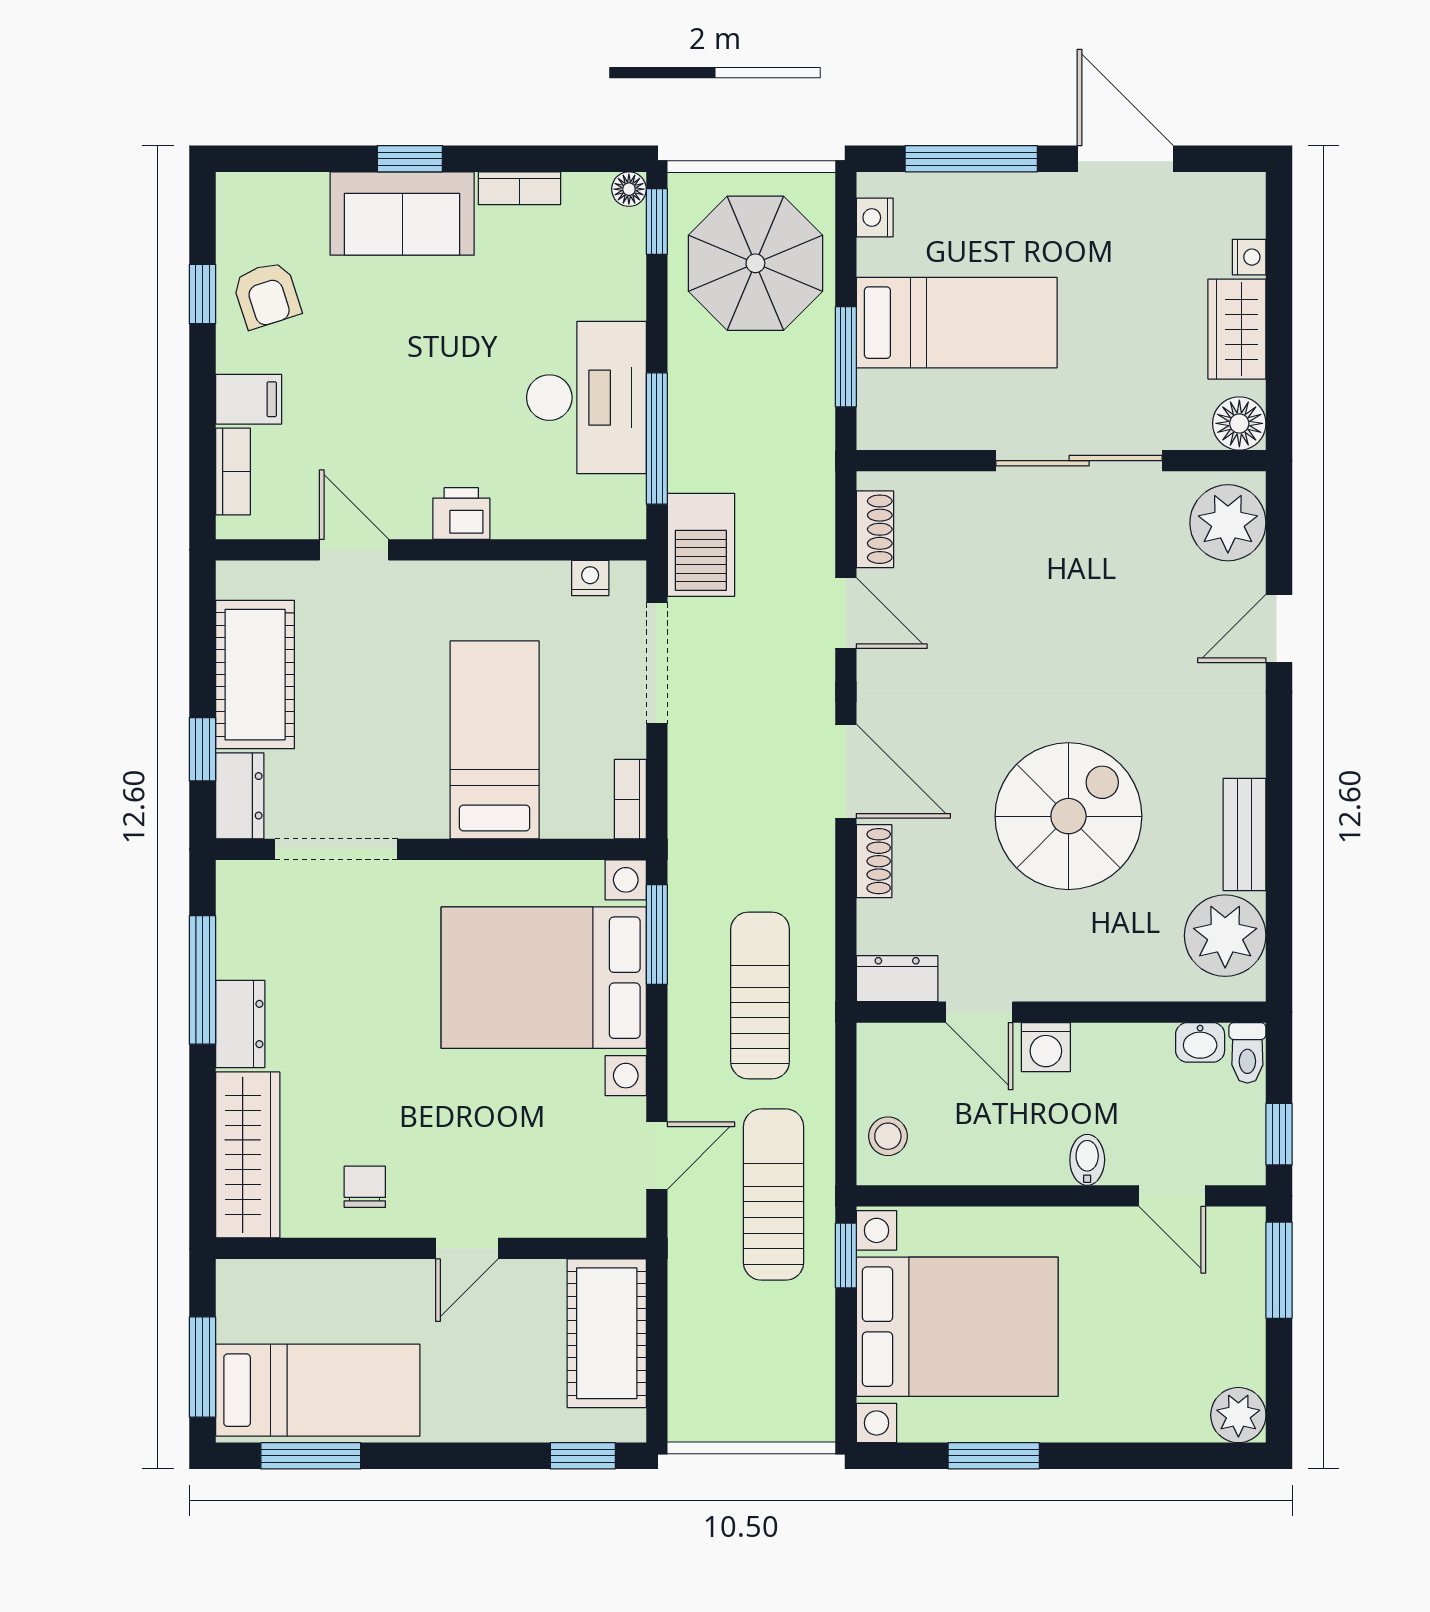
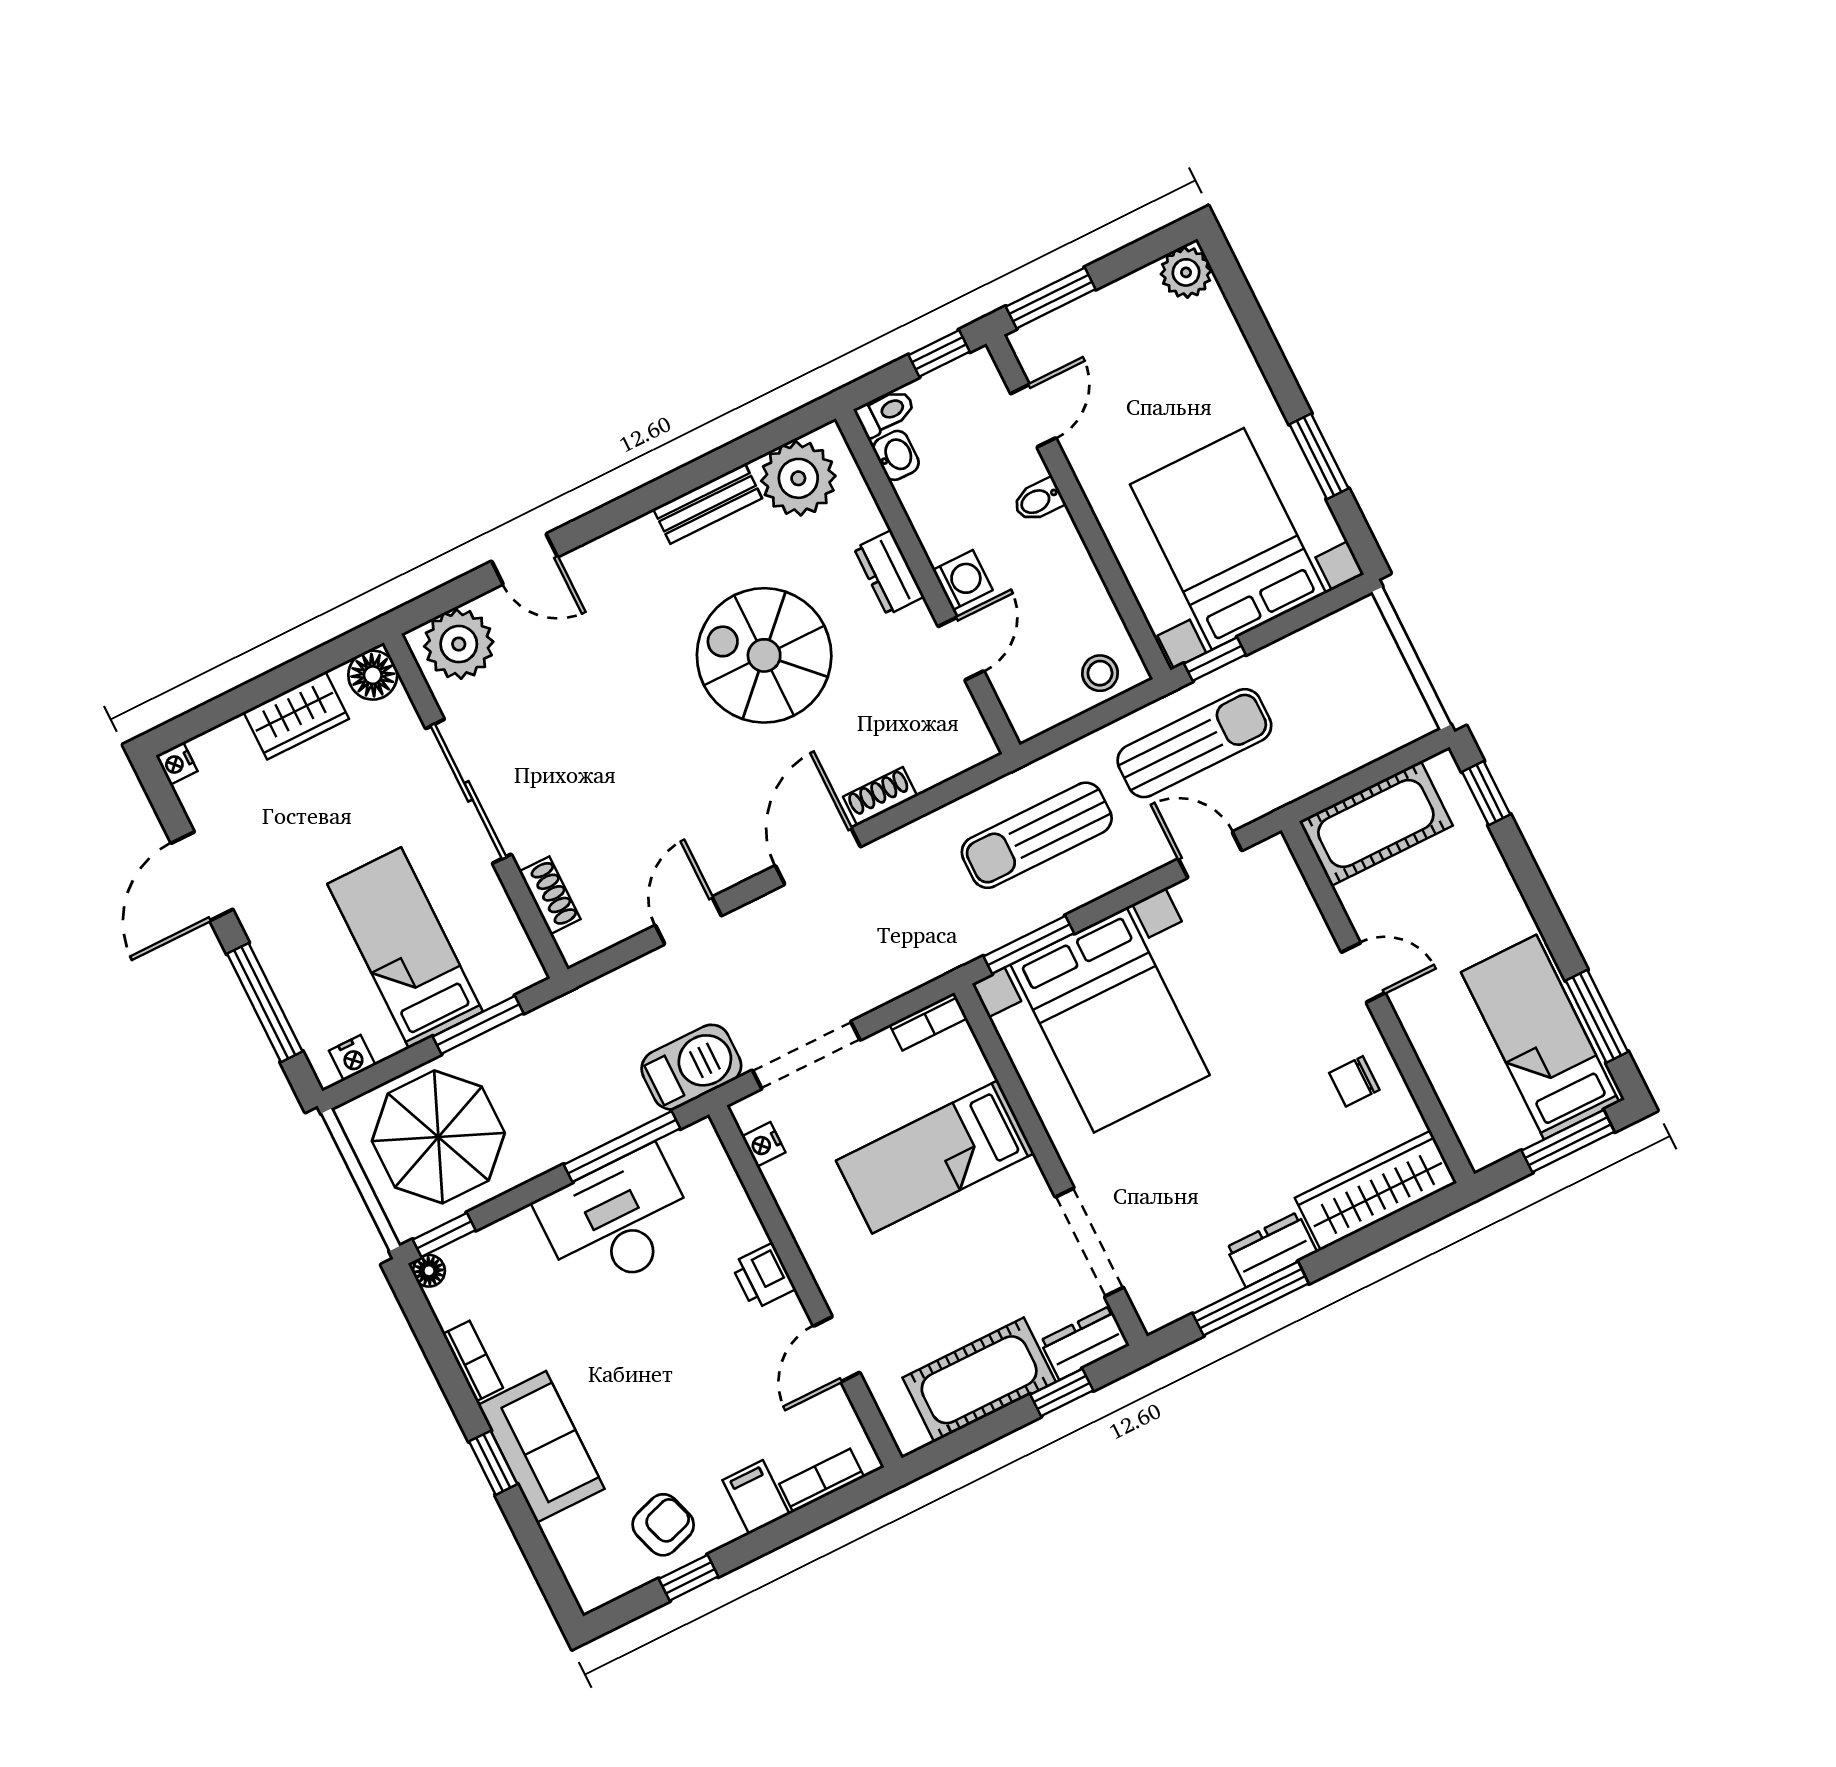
nightstand: (1249, 257) -> (177, 763), moved, turned -90
shoe rack: (875, 529) -> (550, 895), moved, turned 90
dresser: (897, 979) -> (889, 573), moved
sun lounger: (774, 1195) -> (1194, 743), turned 180

